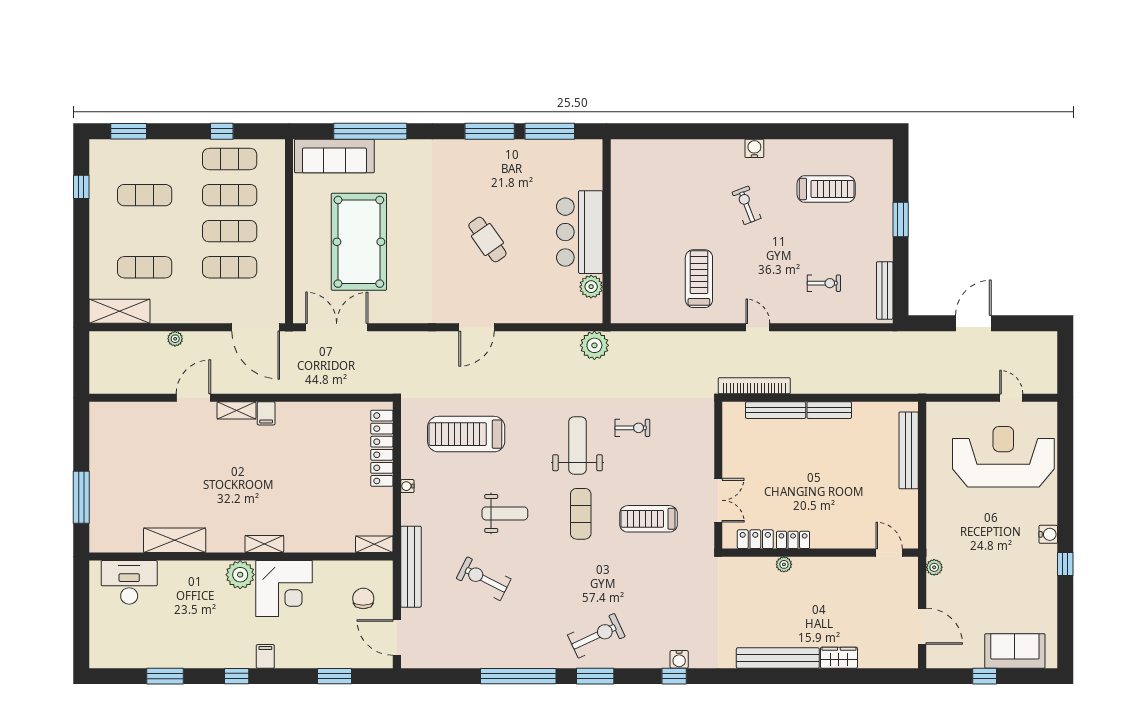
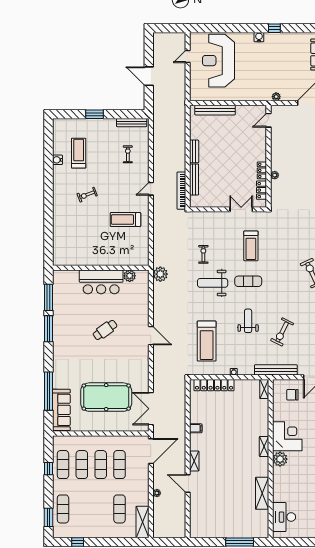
water cooler: (754, 148) -> (57, 160), moved
exercise mat: (145, 195) -> (63, 509), moved
filing cabinet: (266, 413) -> (196, 428), moved

